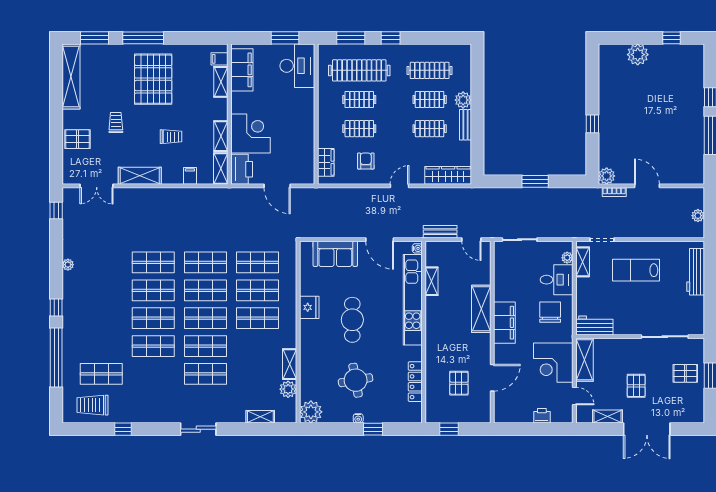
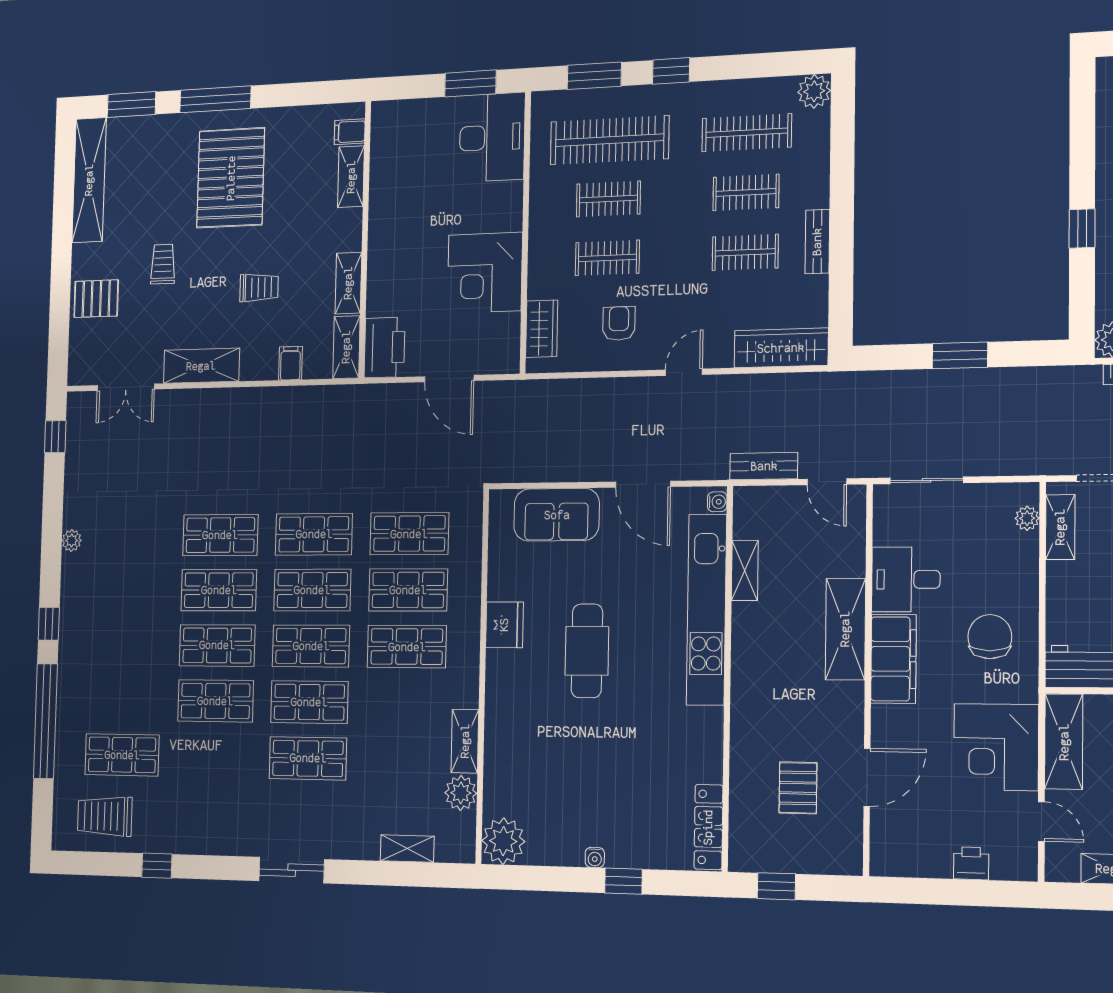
filing cabinet: (242, 70) -> (390, 151), removed
plant: (463, 100) -> (814, 91), moved
corner desk: (251, 133) -> (485, 273), moved, turned 180
desk: (557, 280) -> (906, 579), moved, turned 180
round table: (356, 380) -> (591, 777), removed
locker: (415, 382) -> (708, 827), moved

